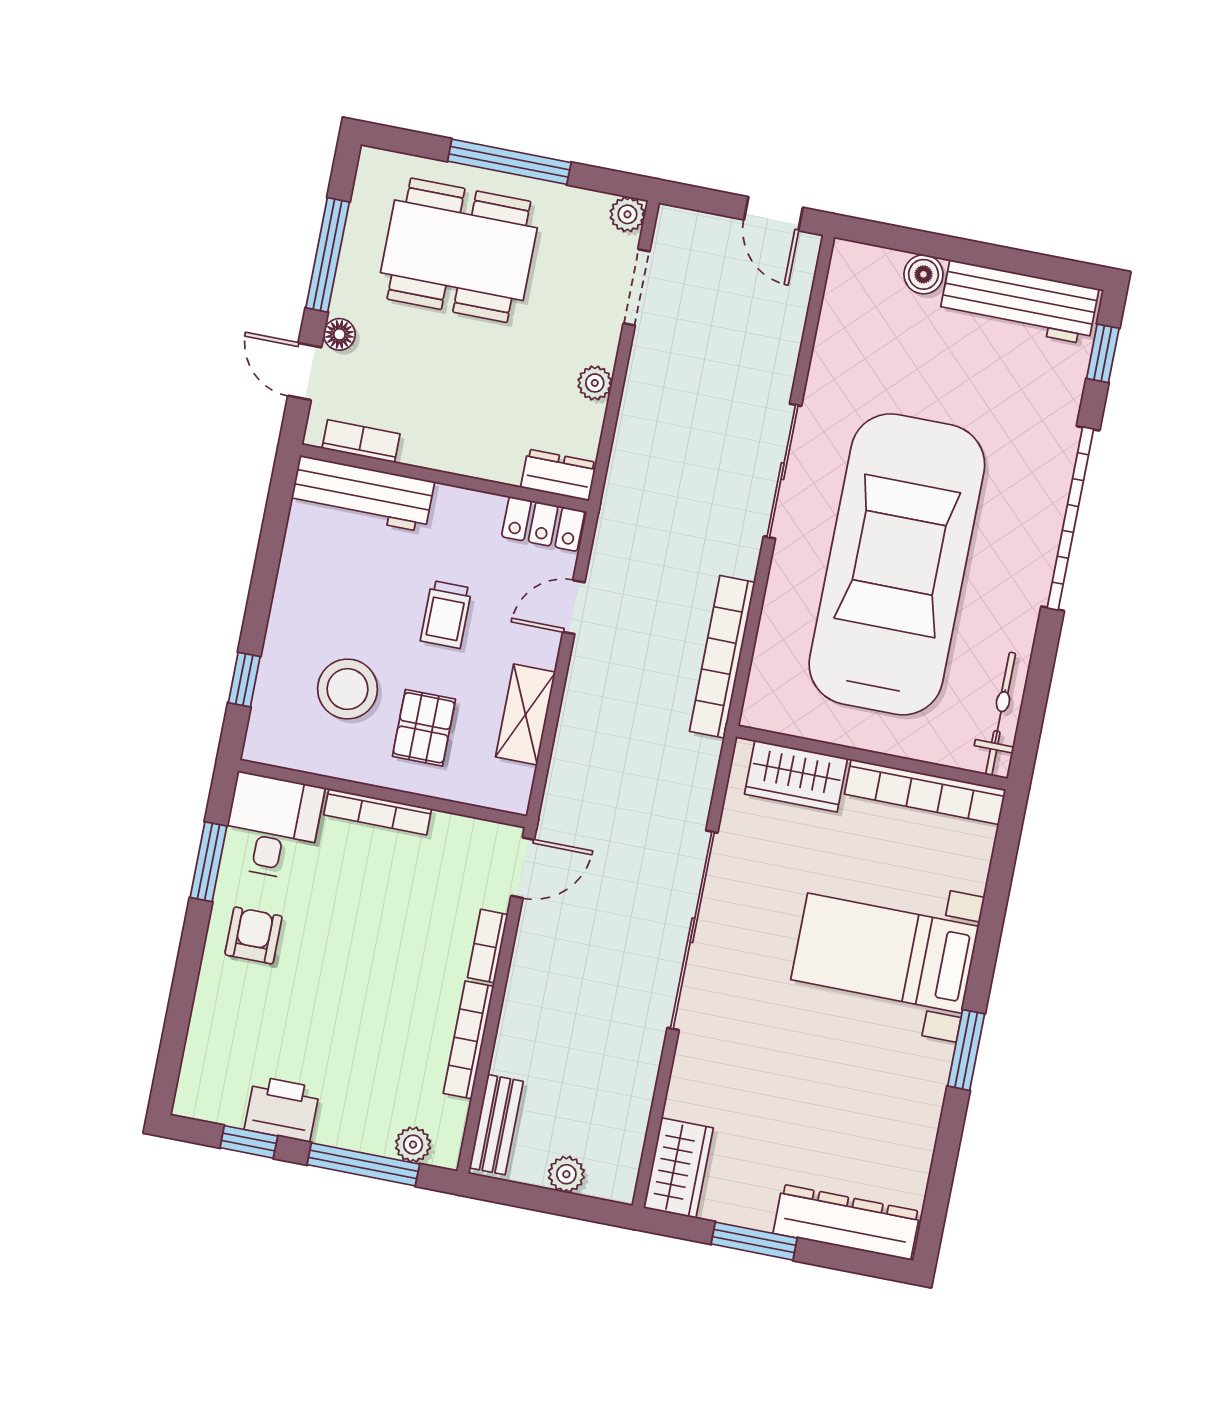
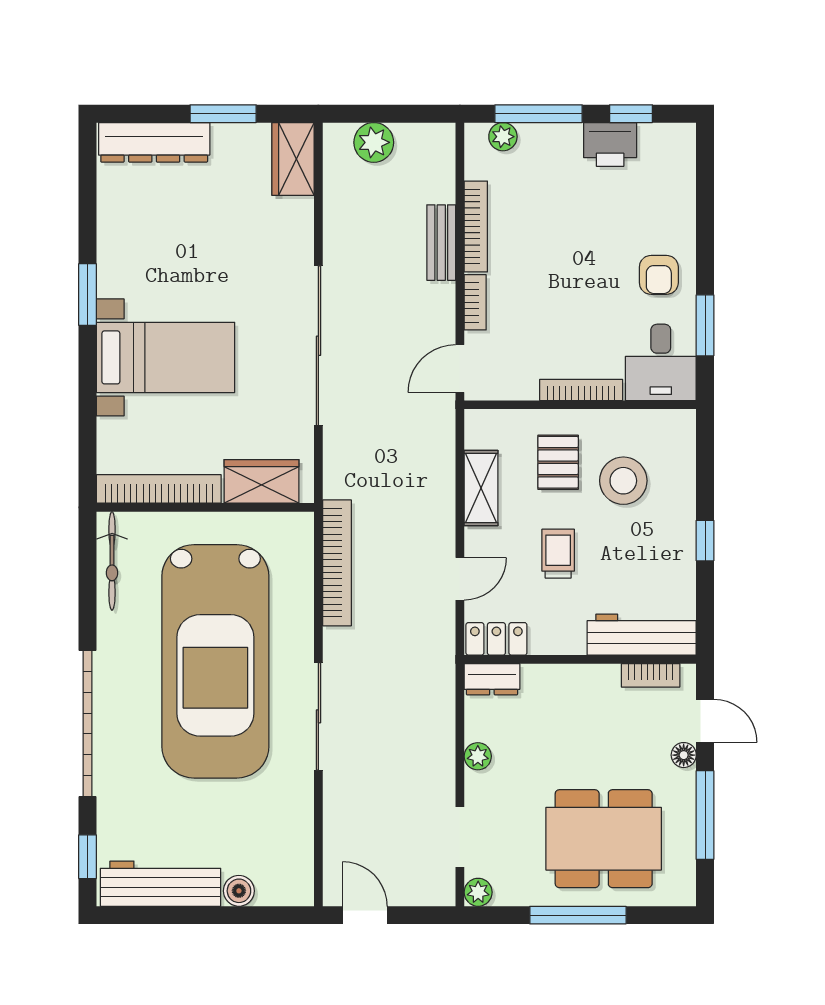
window: (244, 680) -> (705, 541), moved
bench: (496, 1125) -> (441, 243), moved
plant: (566, 1174) -> (374, 142), width x1.38, depth x1.38

